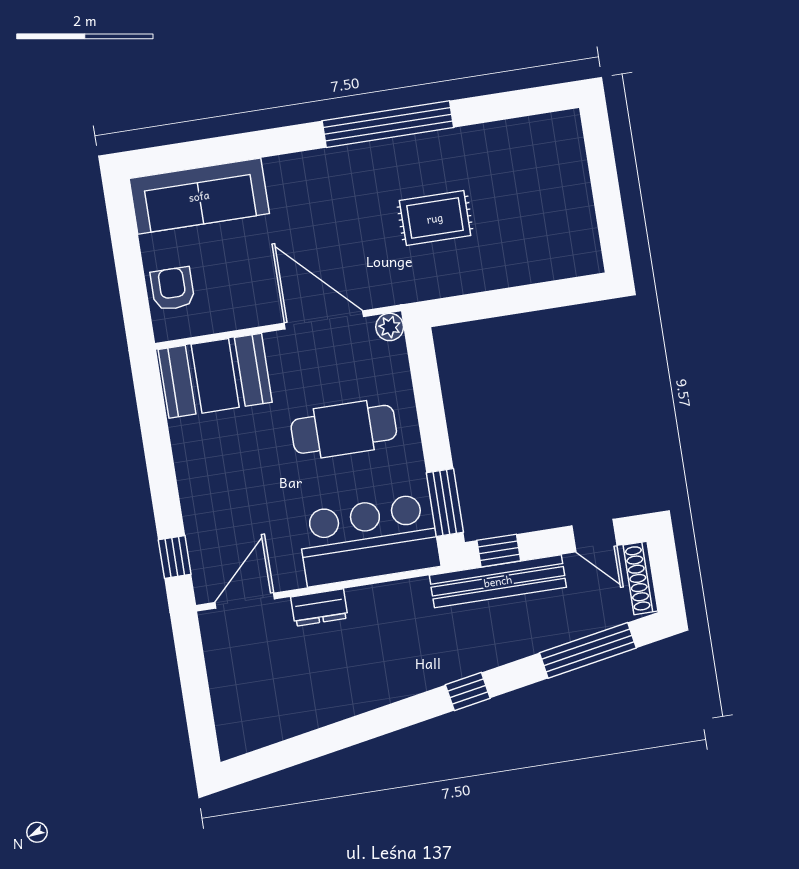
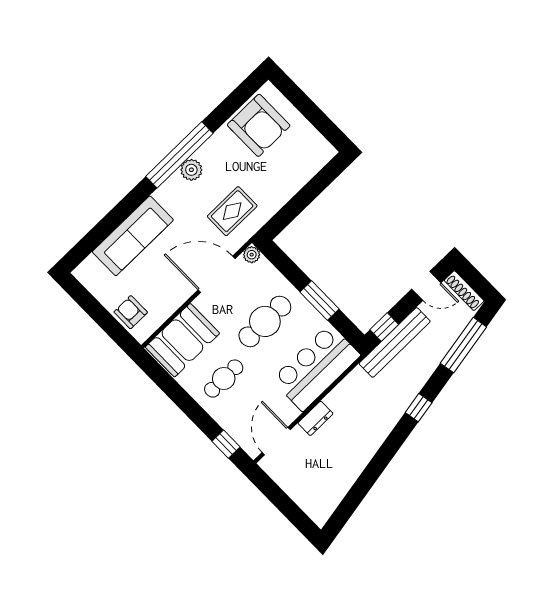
plant: (390, 156) -> (191, 170), added
armchair: (523, 160) -> (259, 125), added
sofa: (199, 196) -> (133, 236), moved
rug: (435, 218) -> (232, 211), moved
cafe table: (234, 467) -> (224, 379), added
window: (445, 503) -> (320, 301), moved

